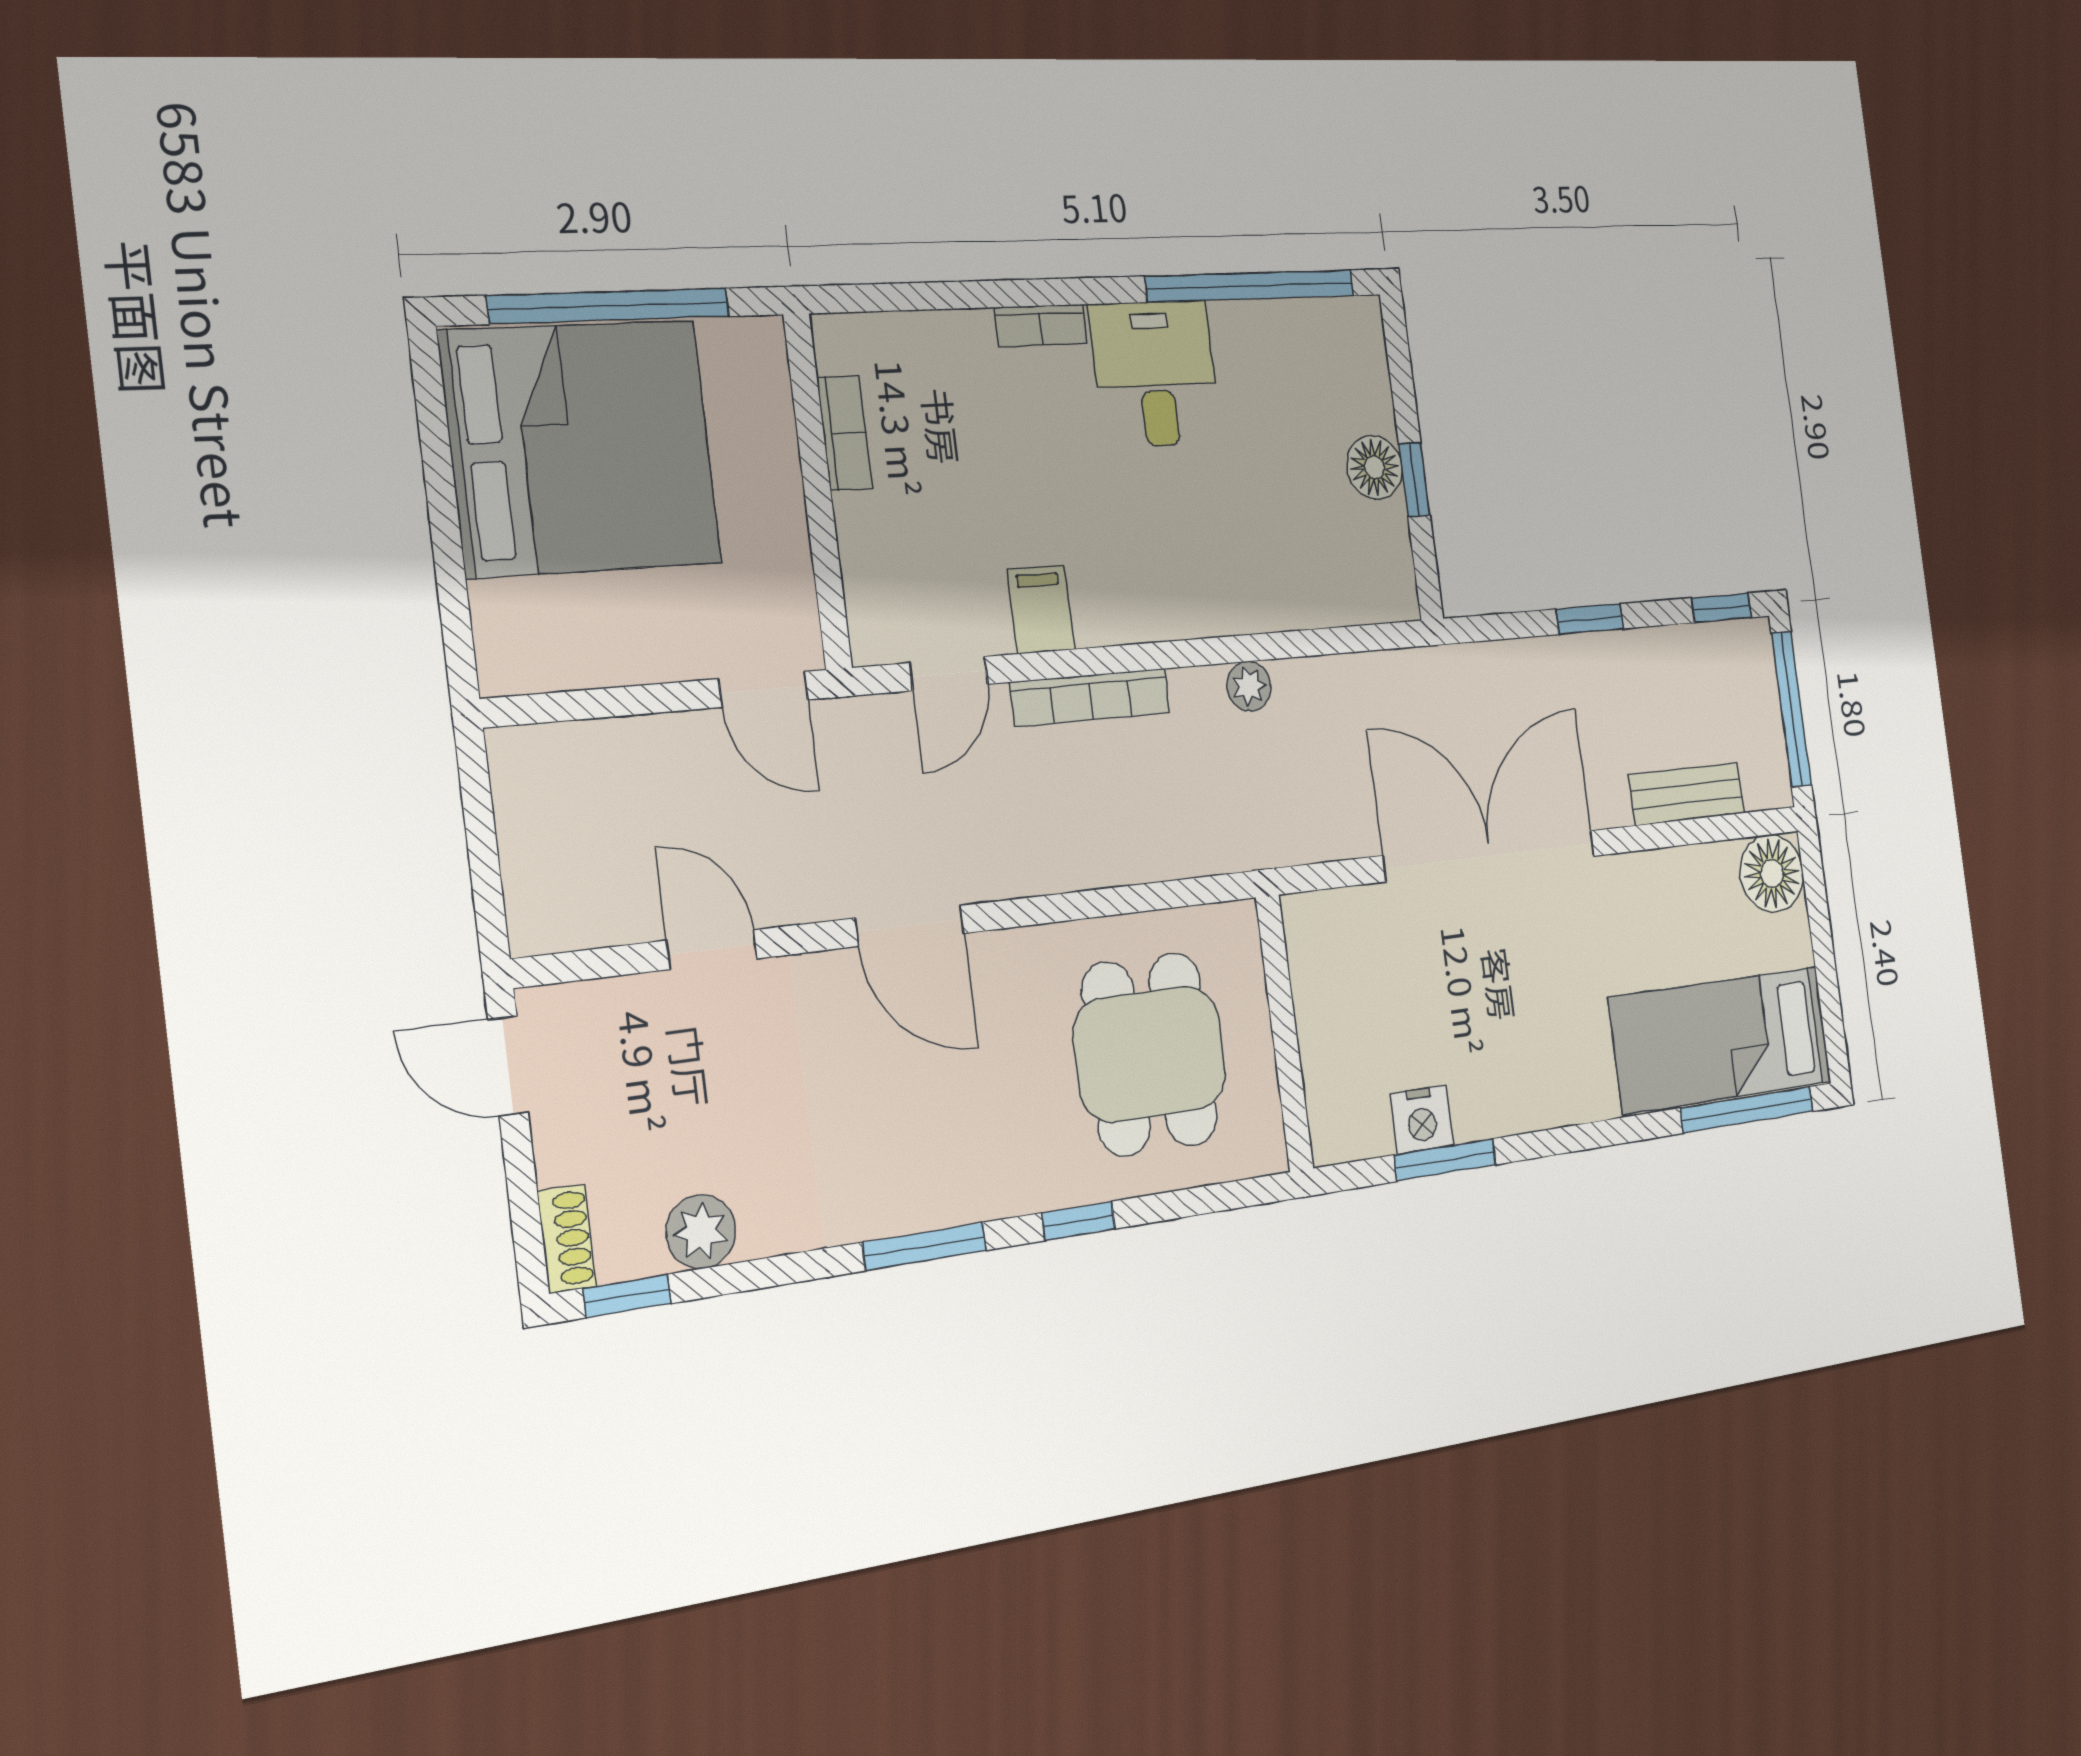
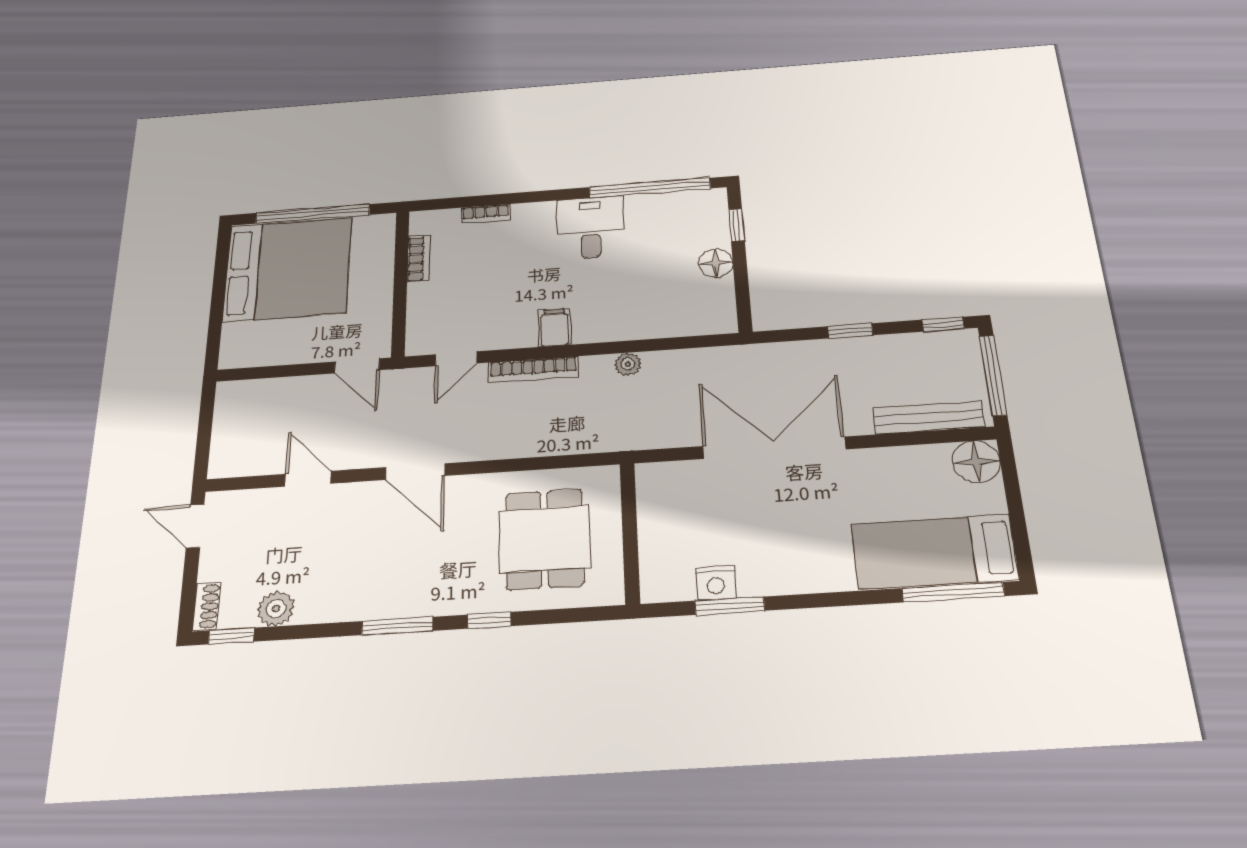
bookcase: (1041, 325) -> (486, 214), moved
window: (1414, 480) -> (737, 225), moved
filing cabinet: (1041, 610) -> (554, 327), moved
bench: (1687, 794) -> (929, 418), width x1.36

